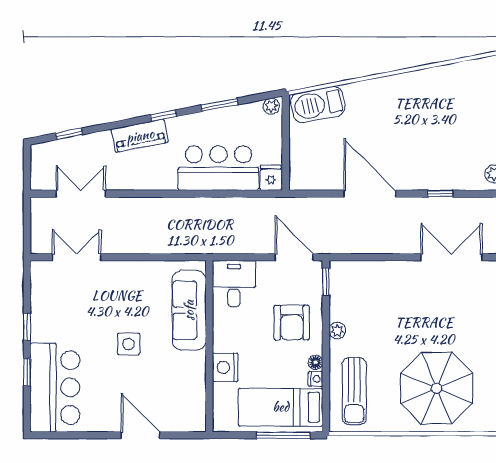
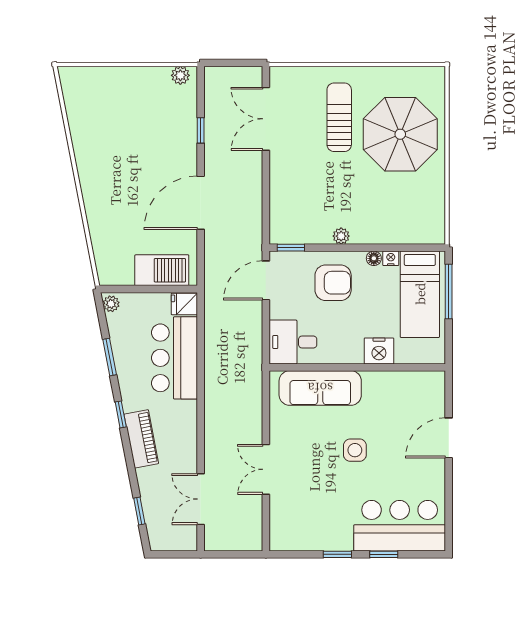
barbecue: (318, 104) -> (162, 270), moved, turned -79
double door: (77, 257) -> (266, 469), moved
sun lounger: (354, 391) -> (339, 117), moved, turned -90

